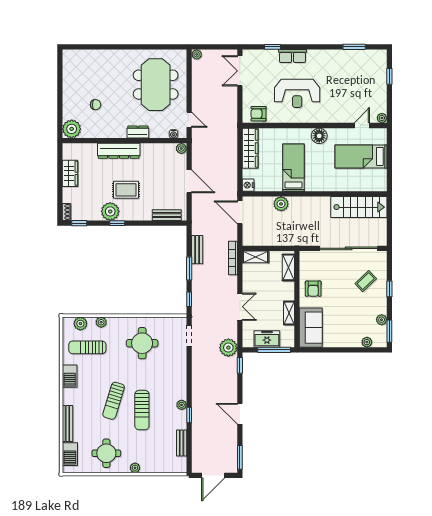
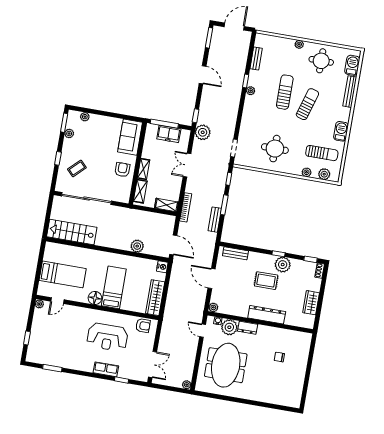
reception desk: (297, 93) -> (107, 337), turned 180
plant: (72, 129) -> (229, 327), moved
bed: (293, 168) -> (114, 287), moved, turned 180
shelving: (289, 313) -> (144, 169), moved

